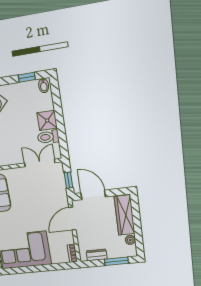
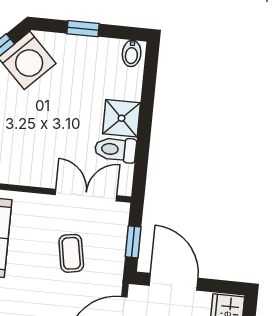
window: (27, 77) -> (83, 29), moved
coffee table: (40, 192) -> (71, 253), added

